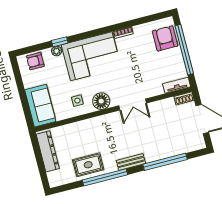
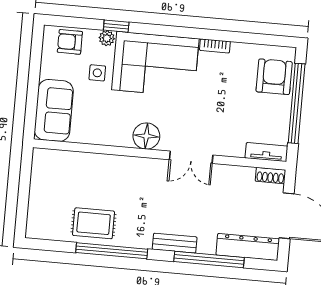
side table: (77, 101) -> (97, 73), moved
dresser: (48, 151) -> (248, 247), moved, turned -90
bench: (131, 162) -> (175, 243), moved

